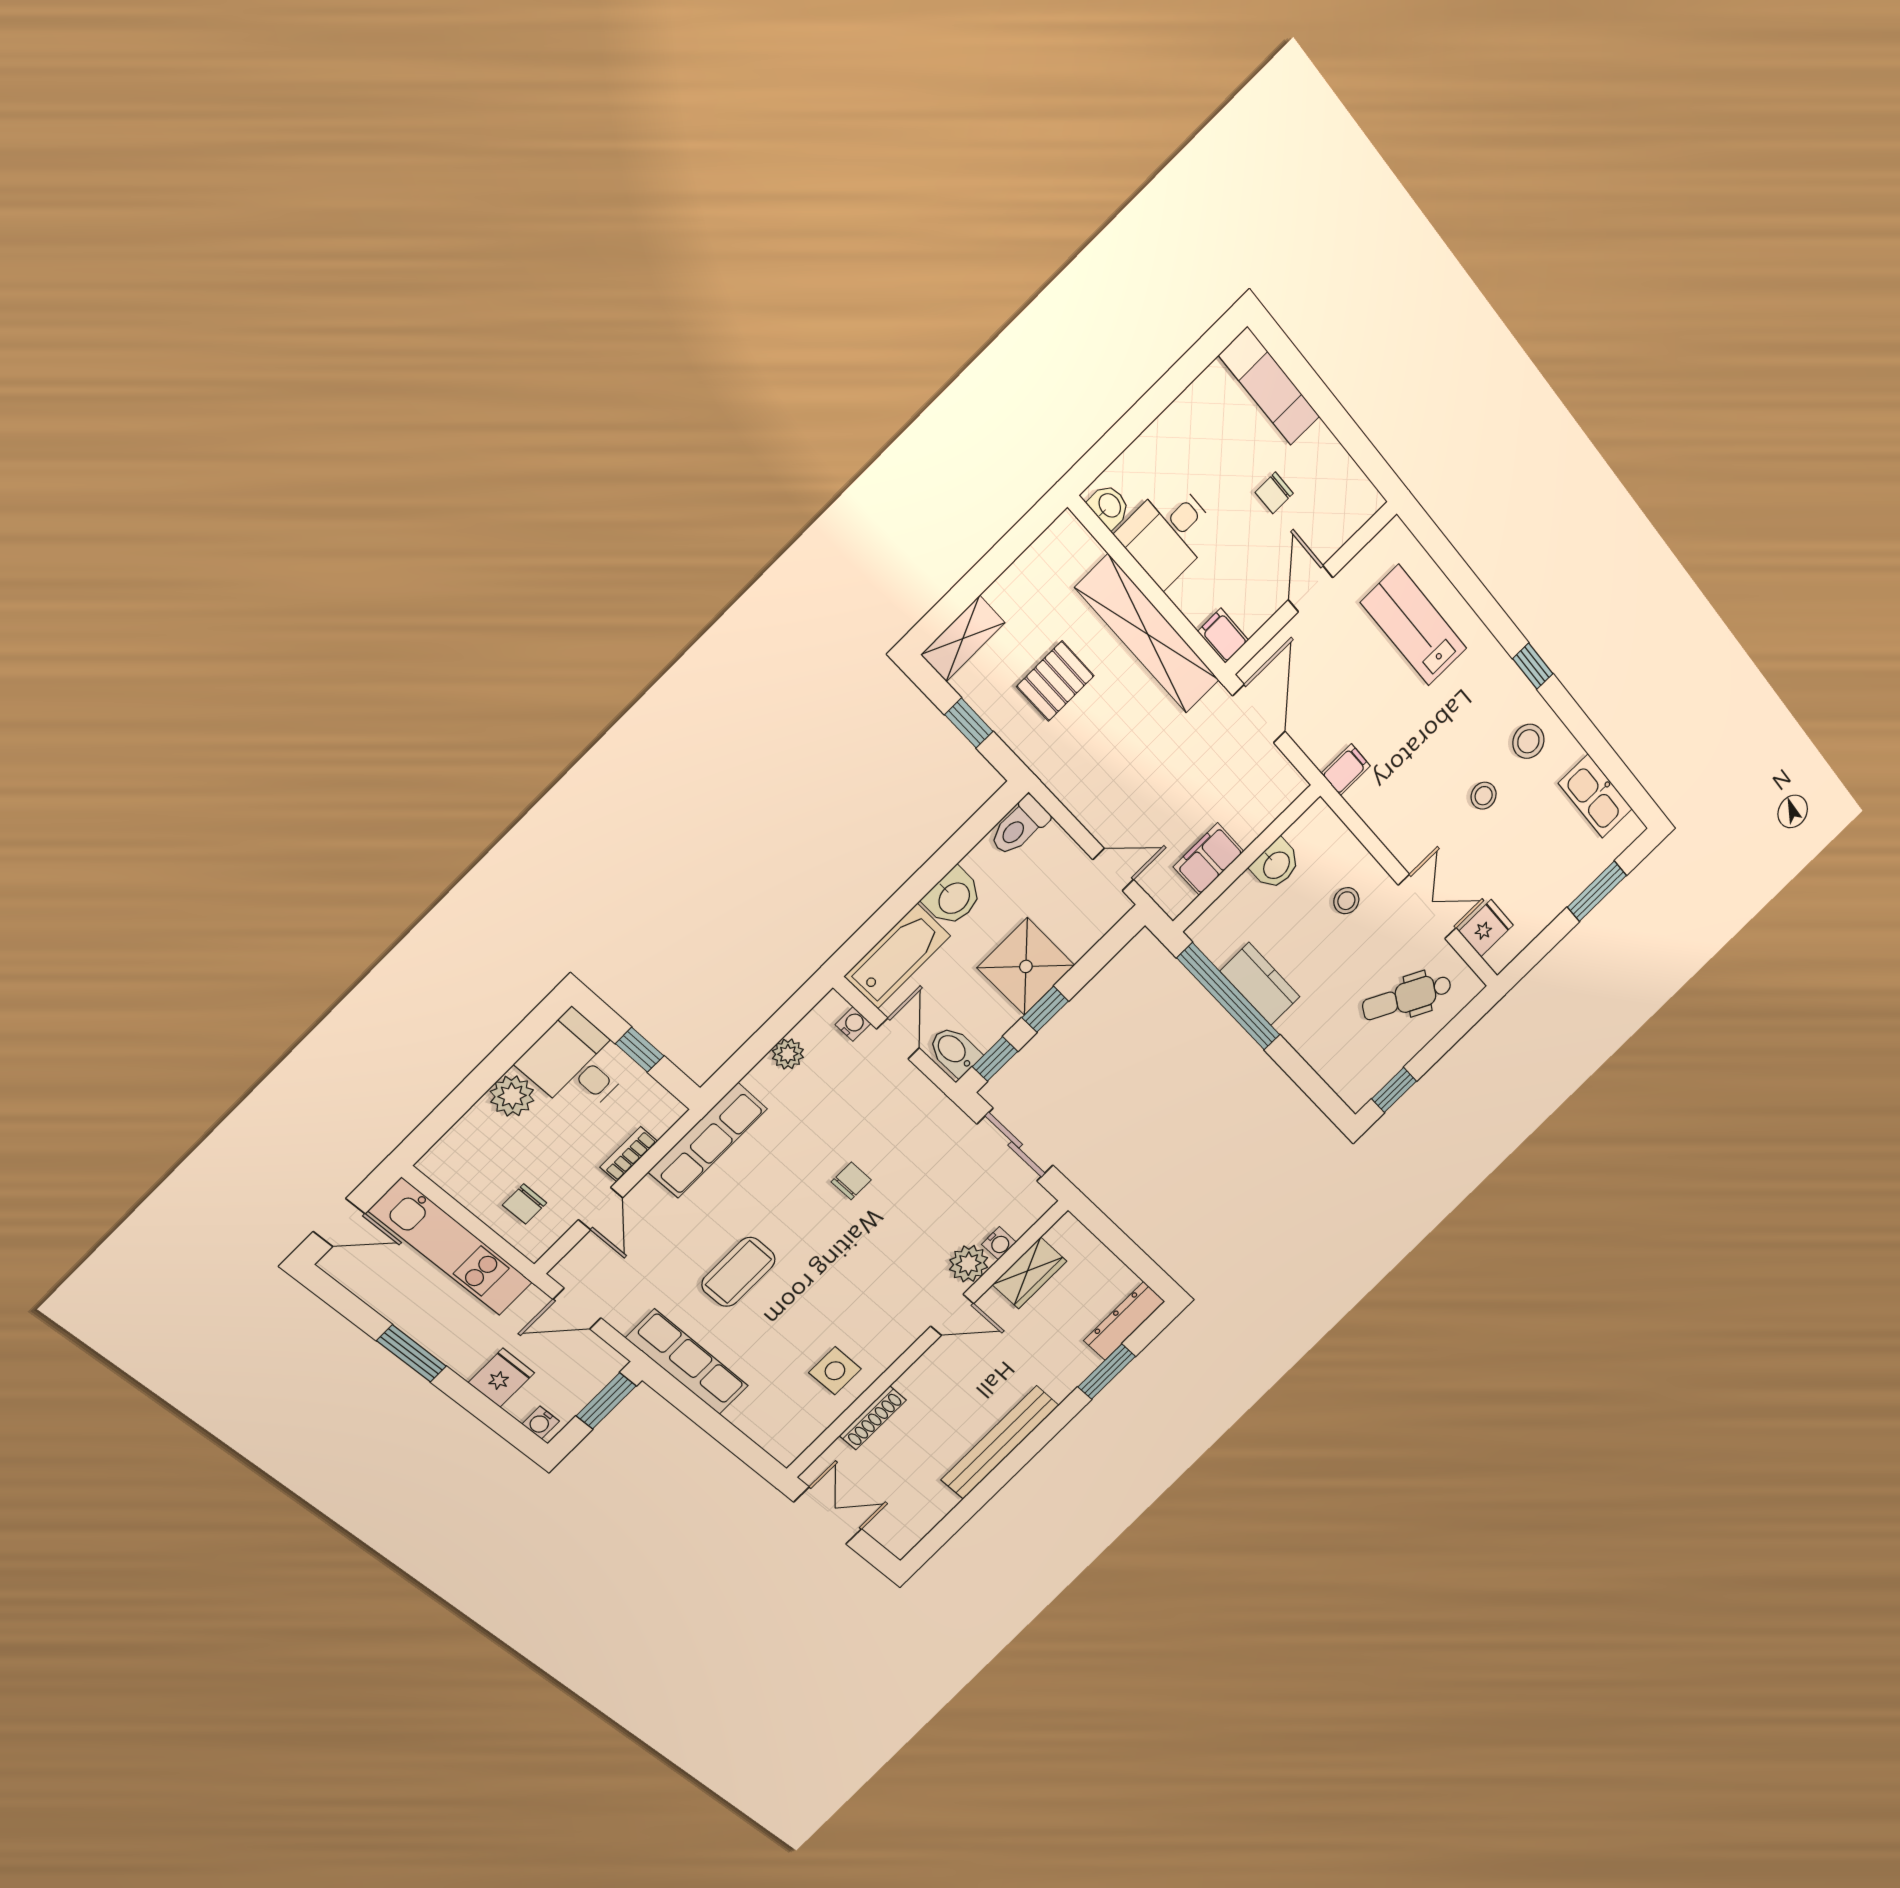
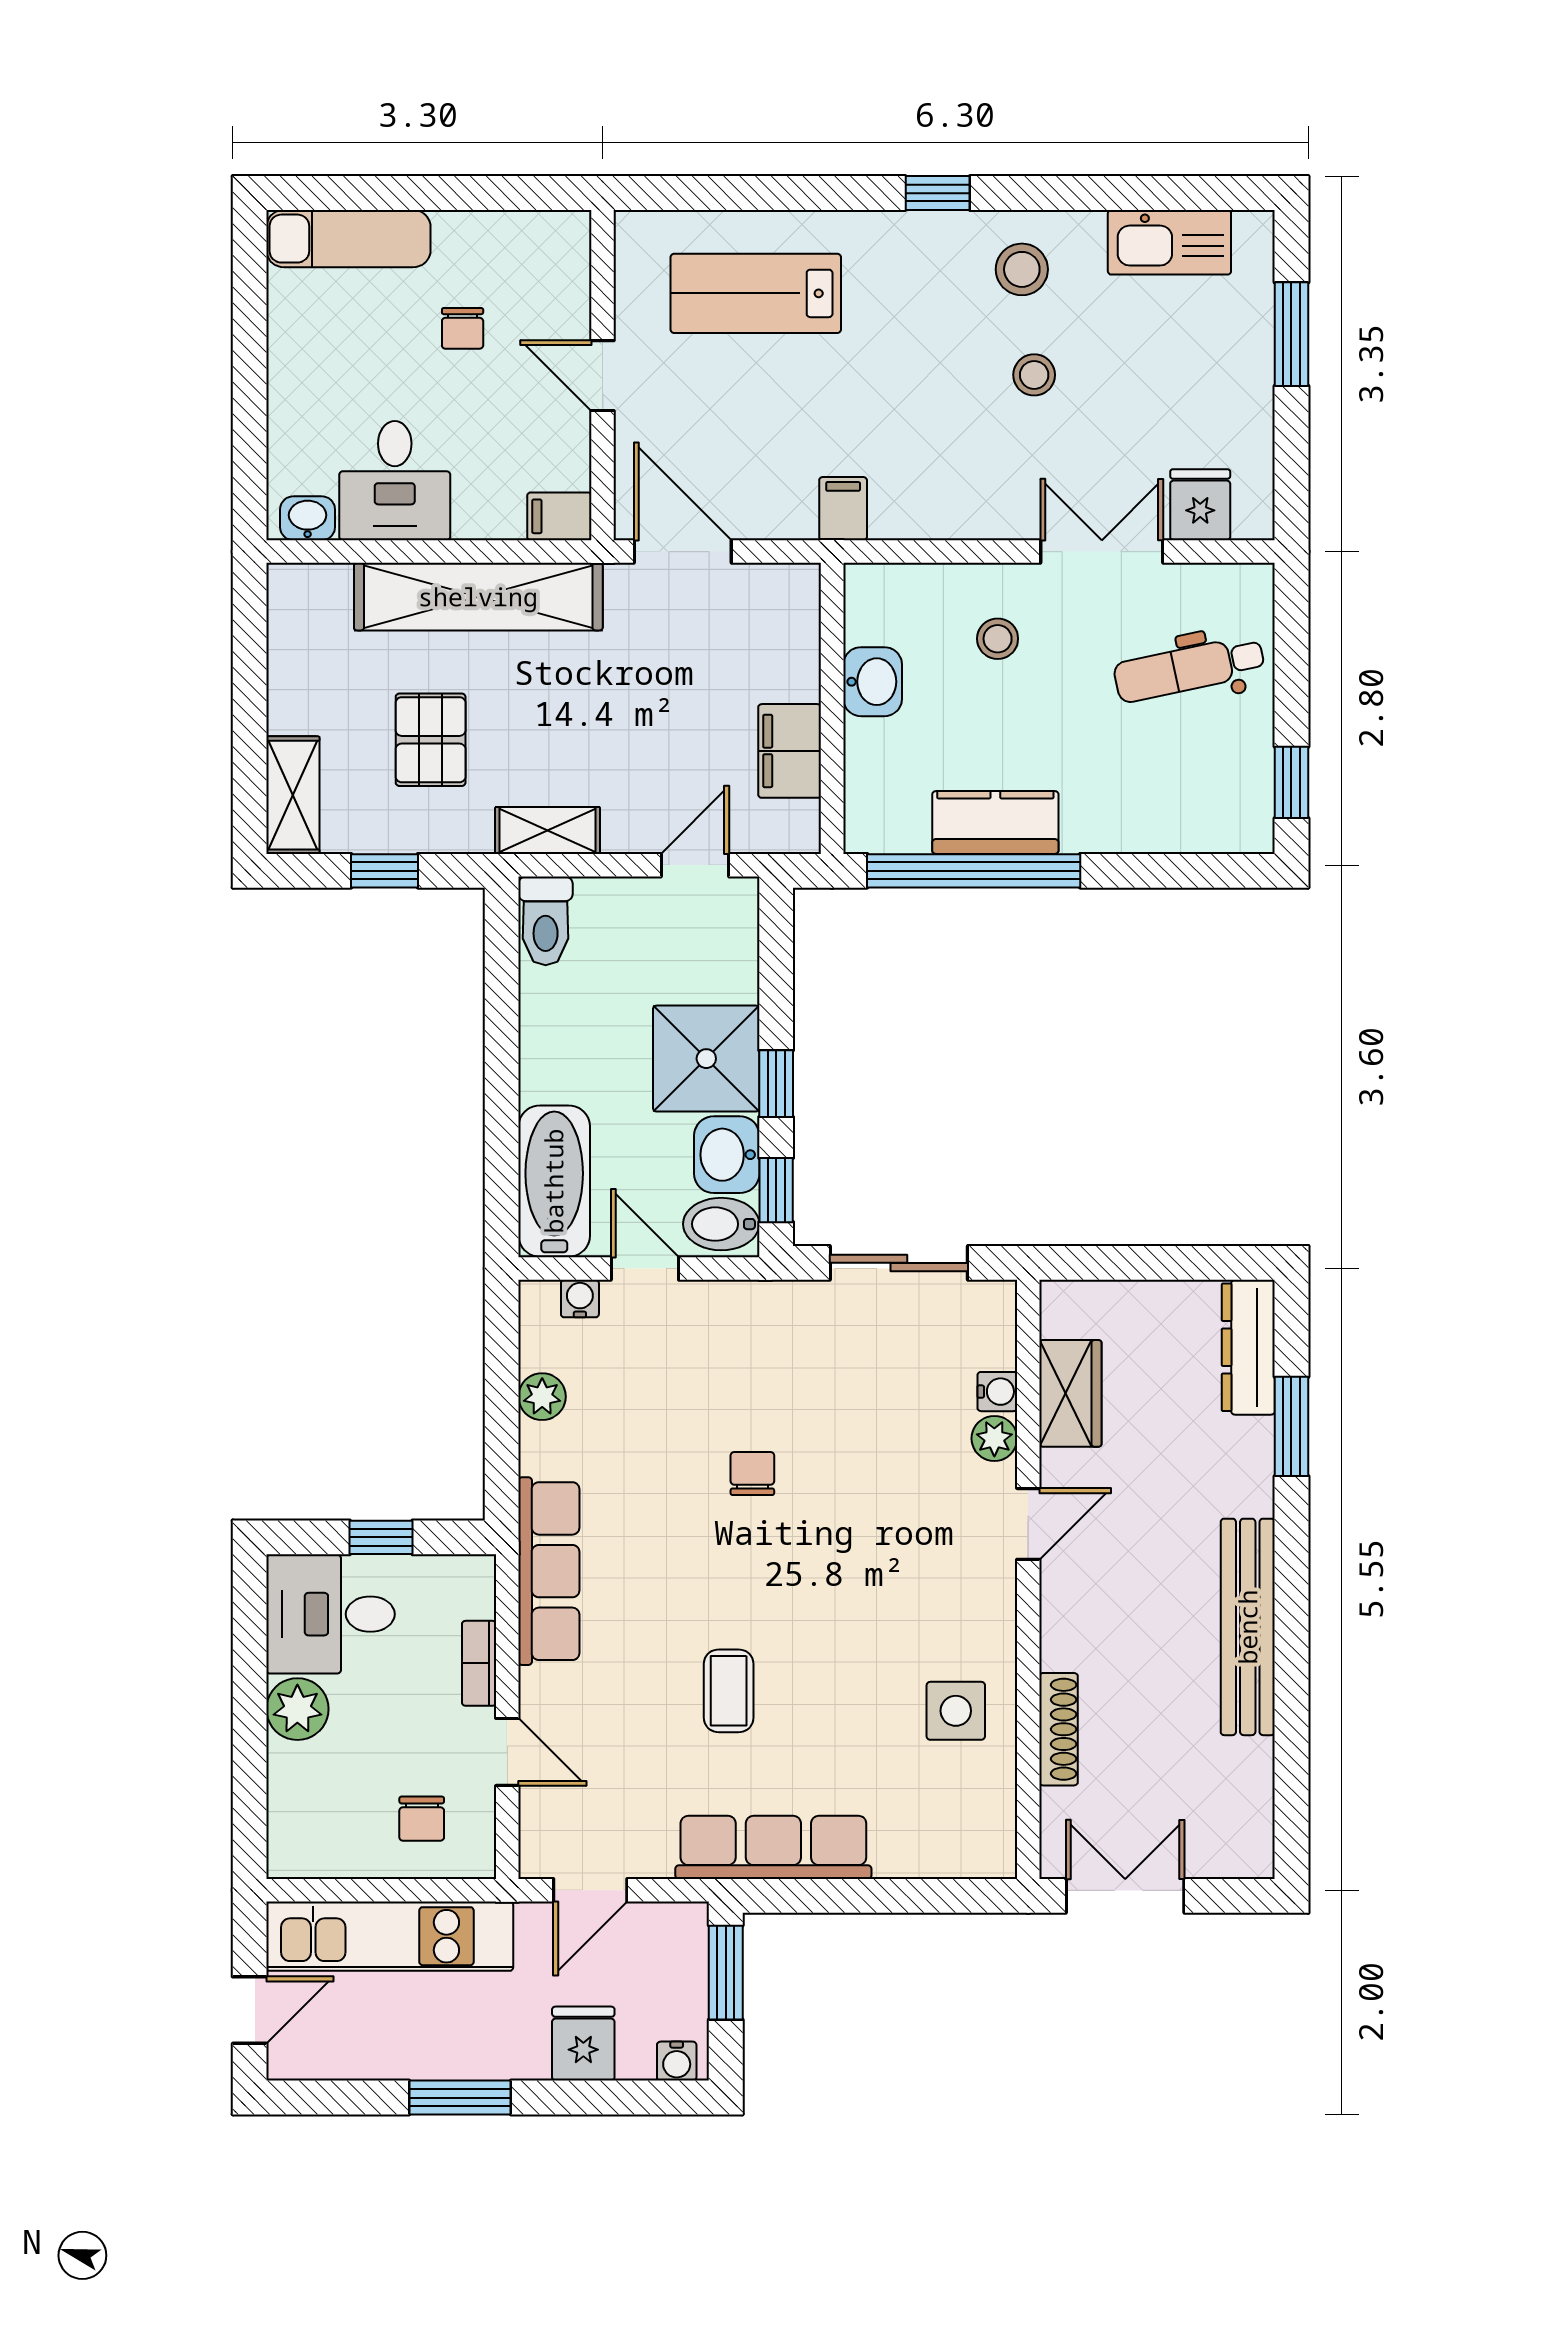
shelving: (1064, 783) -> (548, 830), added
washbasin: (953, 897) -> (727, 1155), moved, turned 180
dental chair: (1407, 997) -> (1189, 669), turned 49
plant: (969, 1264) -> (994, 1438), width x0.73, depth x0.73
coffee table: (738, 1272) -> (729, 1691), width x0.73, depth x0.77

